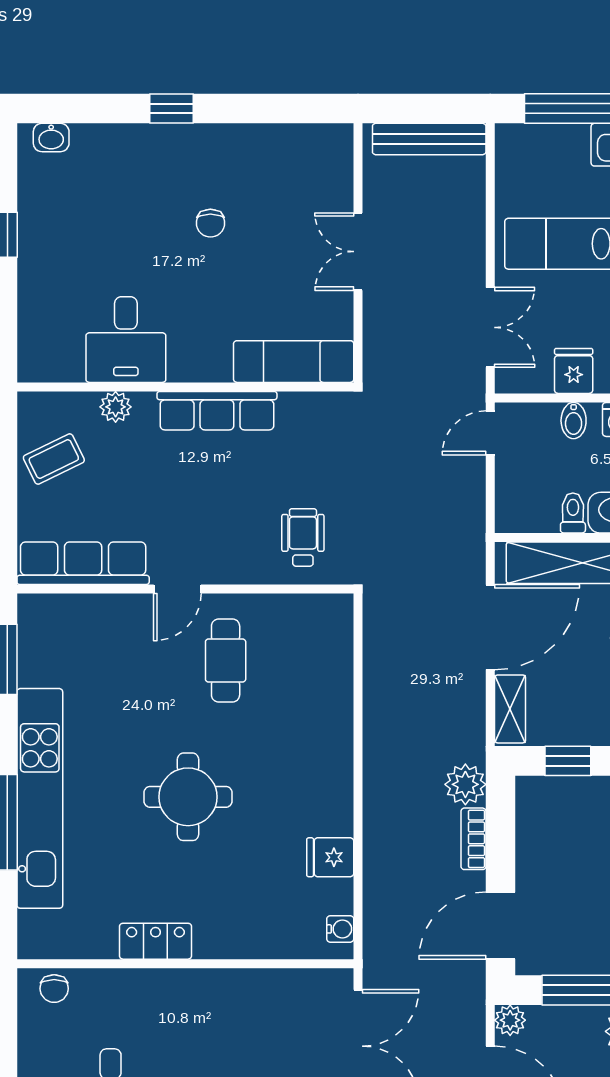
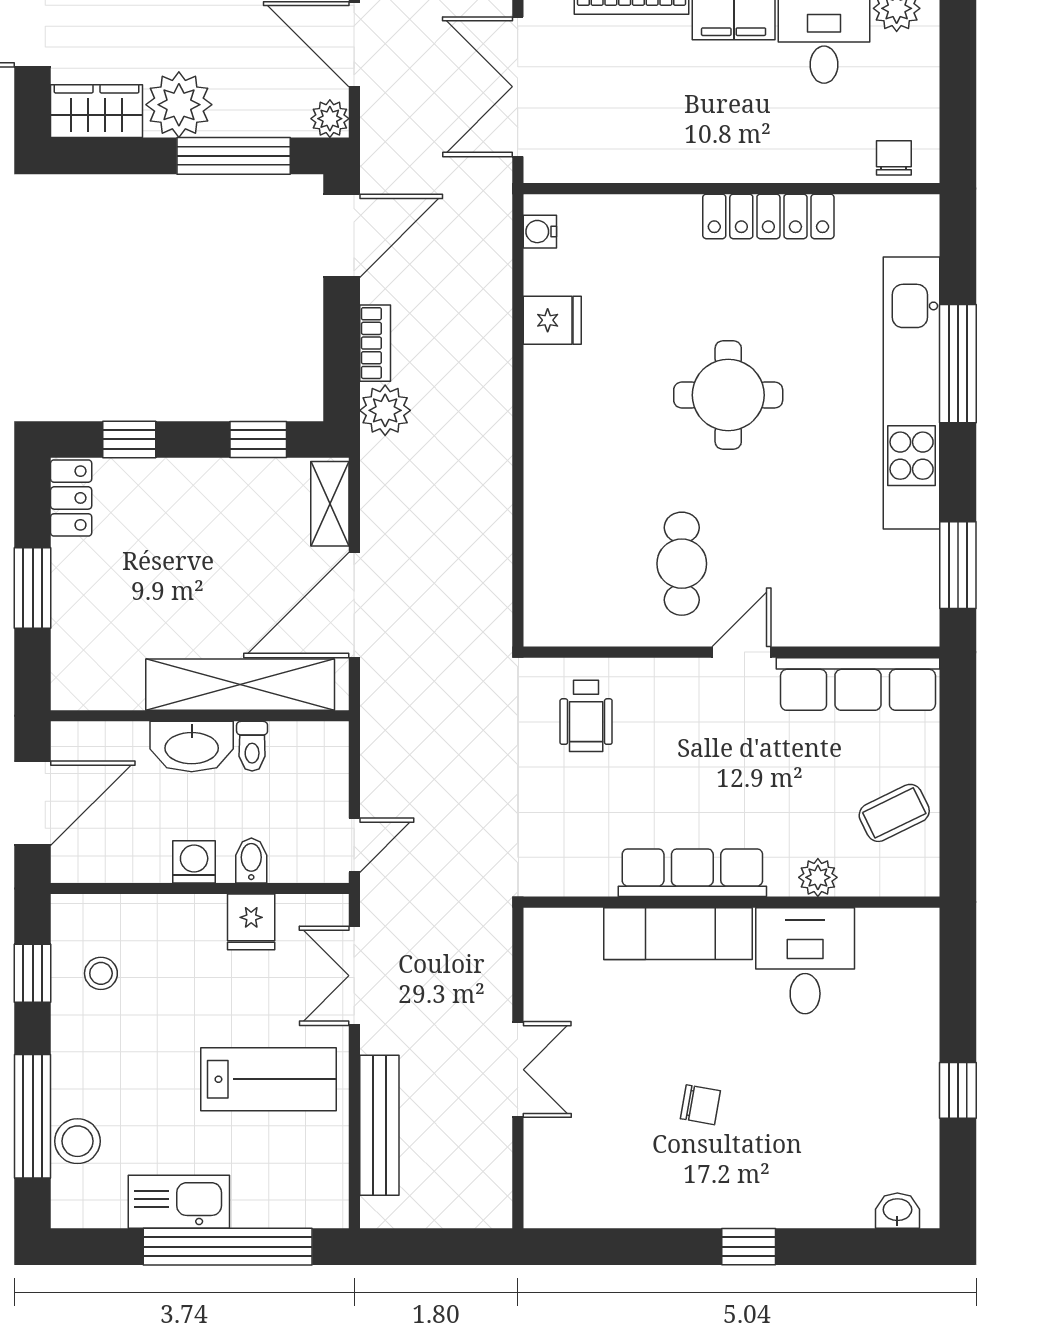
bench: (429, 139) -> (379, 1125), moved, turned 90
chair: (210, 223) -> (700, 1105), turned 100
exam couch: (294, 362) -> (678, 934), moved
locker: (156, 941) -> (768, 216), width x1.53

